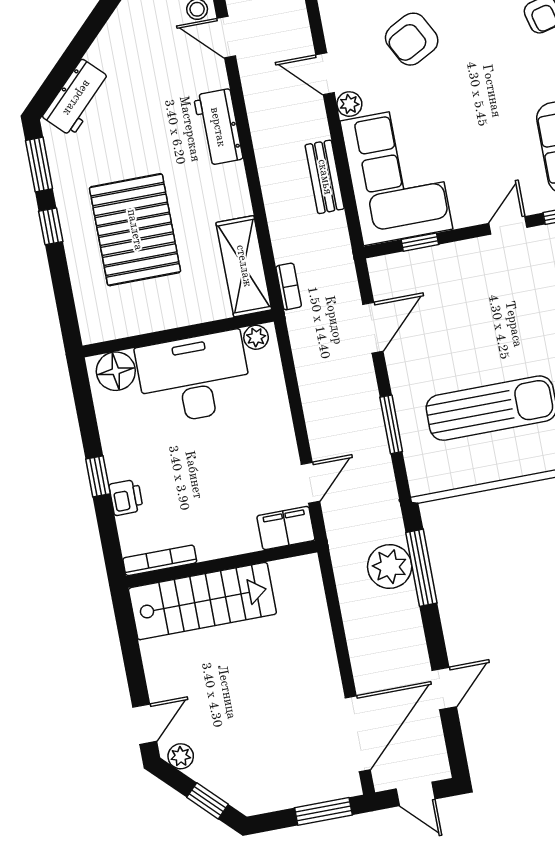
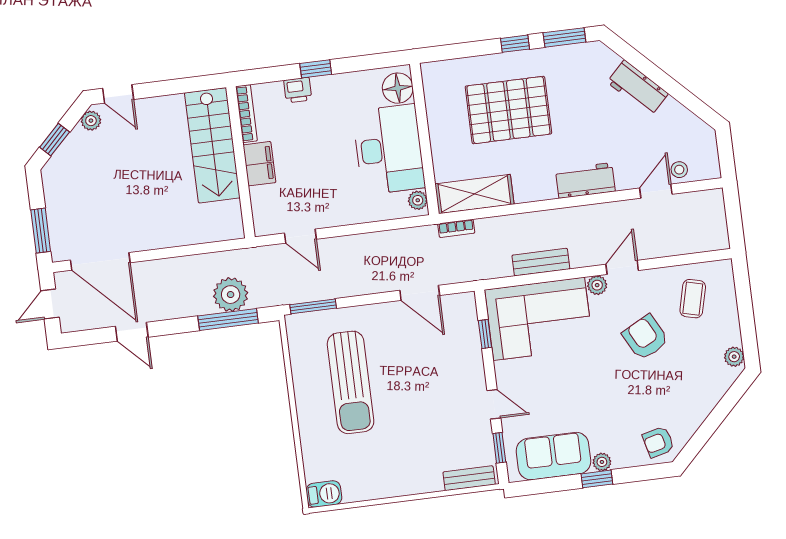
workbench: (77, 98) -> (638, 88), moved
window: (391, 424) -> (313, 306), moved
filing cabinet: (286, 528) -> (259, 164), moved

